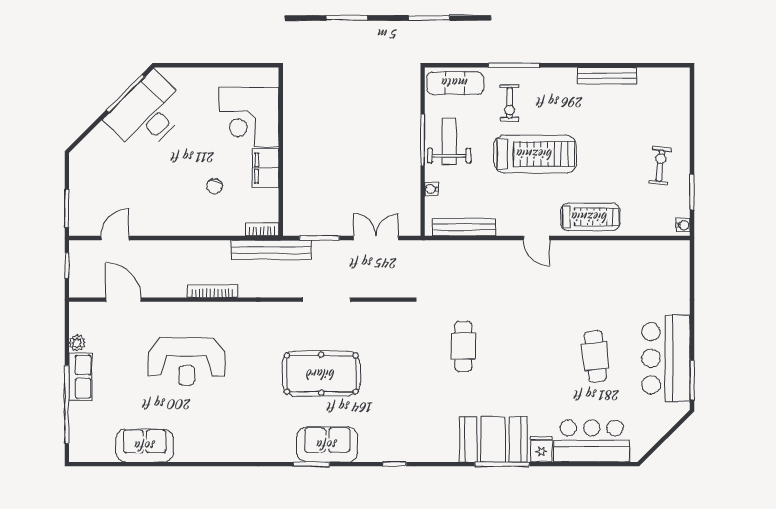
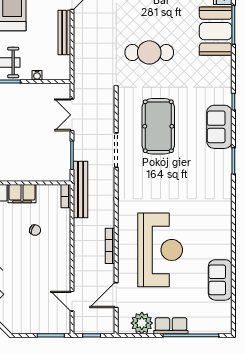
bench: (464, 227) -> (64, 33), moved
bookcase: (212, 291) -> (110, 246), moved
plant: (77, 343) -> (142, 323), width x1.87, depth x1.87
cafe table: (463, 346) -> (149, 52), width x1.37, depth x1.35
reception desk: (187, 362) -> (160, 250), width x1.36, depth x1.30
pool table: (321, 374) -> (158, 126), moved
sofa: (327, 445) -> (219, 127), moved

